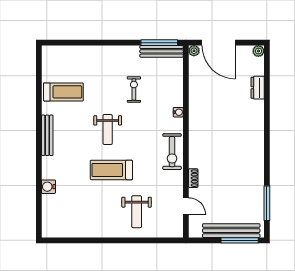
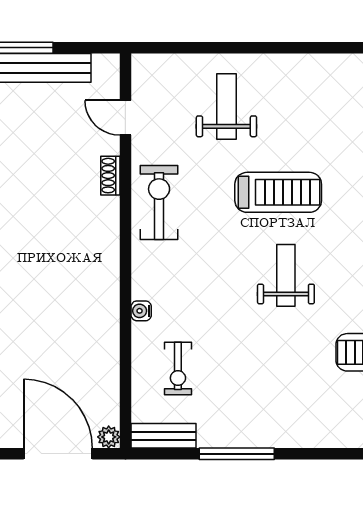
window: (159, 43) -> (237, 454), moved
bench: (162, 51) -> (164, 436), width x0.73
exercise bike: (134, 89) -> (178, 368), moved
exercise bike: (172, 152) -> (159, 202), moved

